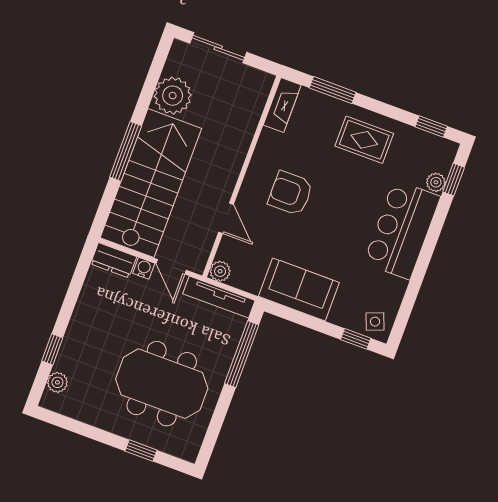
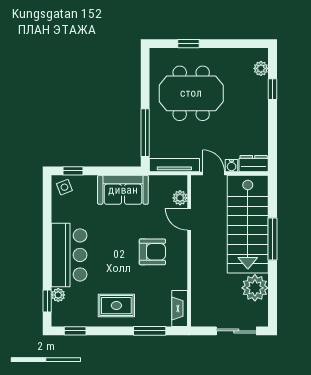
plant: (220, 271) -> (180, 198), moved

